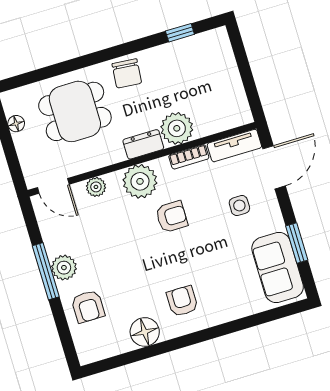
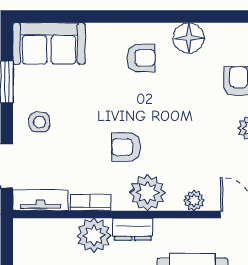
side table: (239, 206) -> (40, 122), moved
sofa: (278, 268) -> (49, 43), moved, turned 90
armchair: (182, 301) -> (141, 58), turned -90

